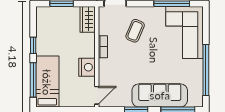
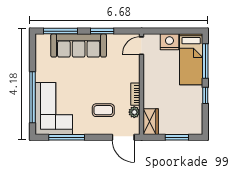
plant: (104, 29) -> (134, 112), added
coffee table: (135, 31) -> (103, 110), turned 67
nightstand: (87, 67) -> (169, 42), moved, turned 90
window: (206, 70) -> (32, 97), moved

